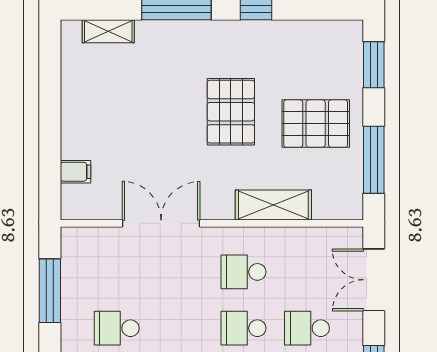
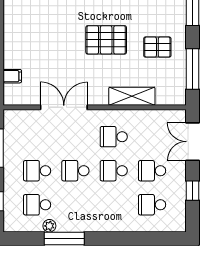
pallet: (231, 112) -> (106, 40), turned 90
pallet: (316, 124) -> (157, 47), width x0.67, depth x0.71
school desk: (180, 328) -> (75, 171), added

